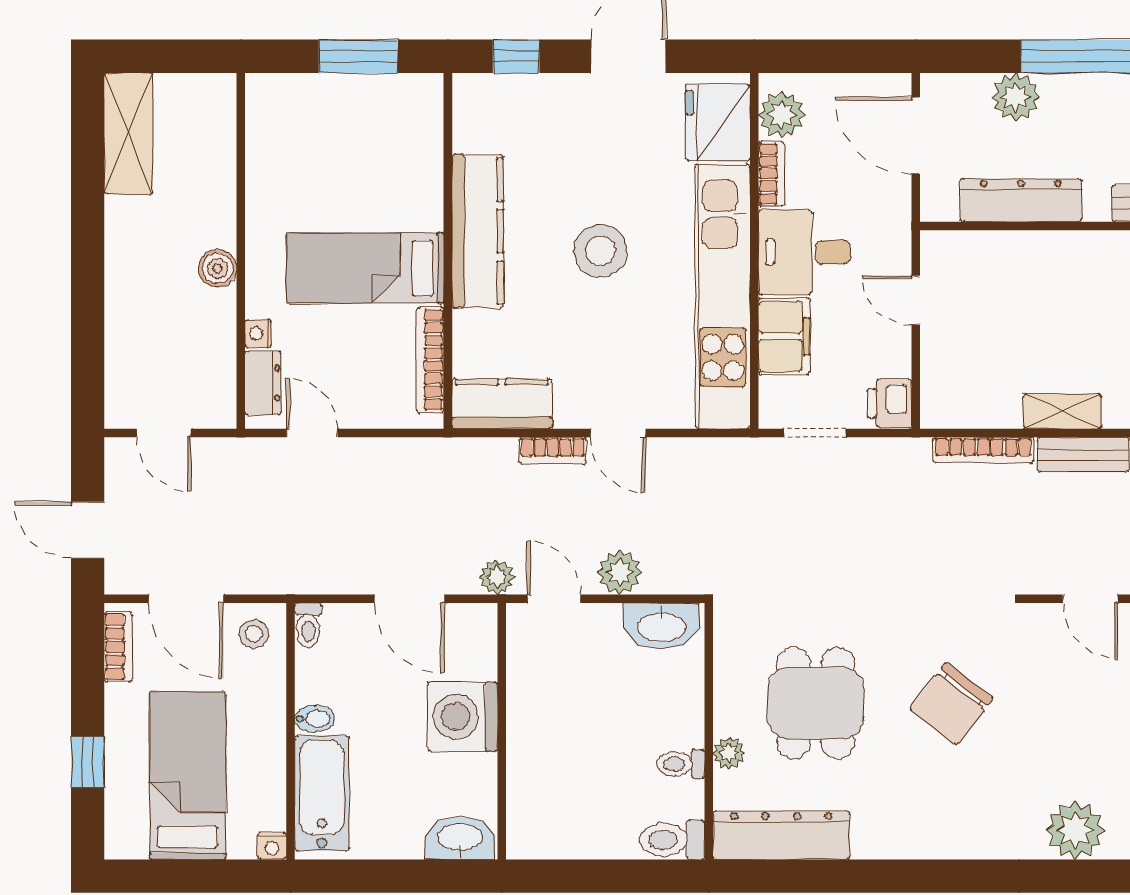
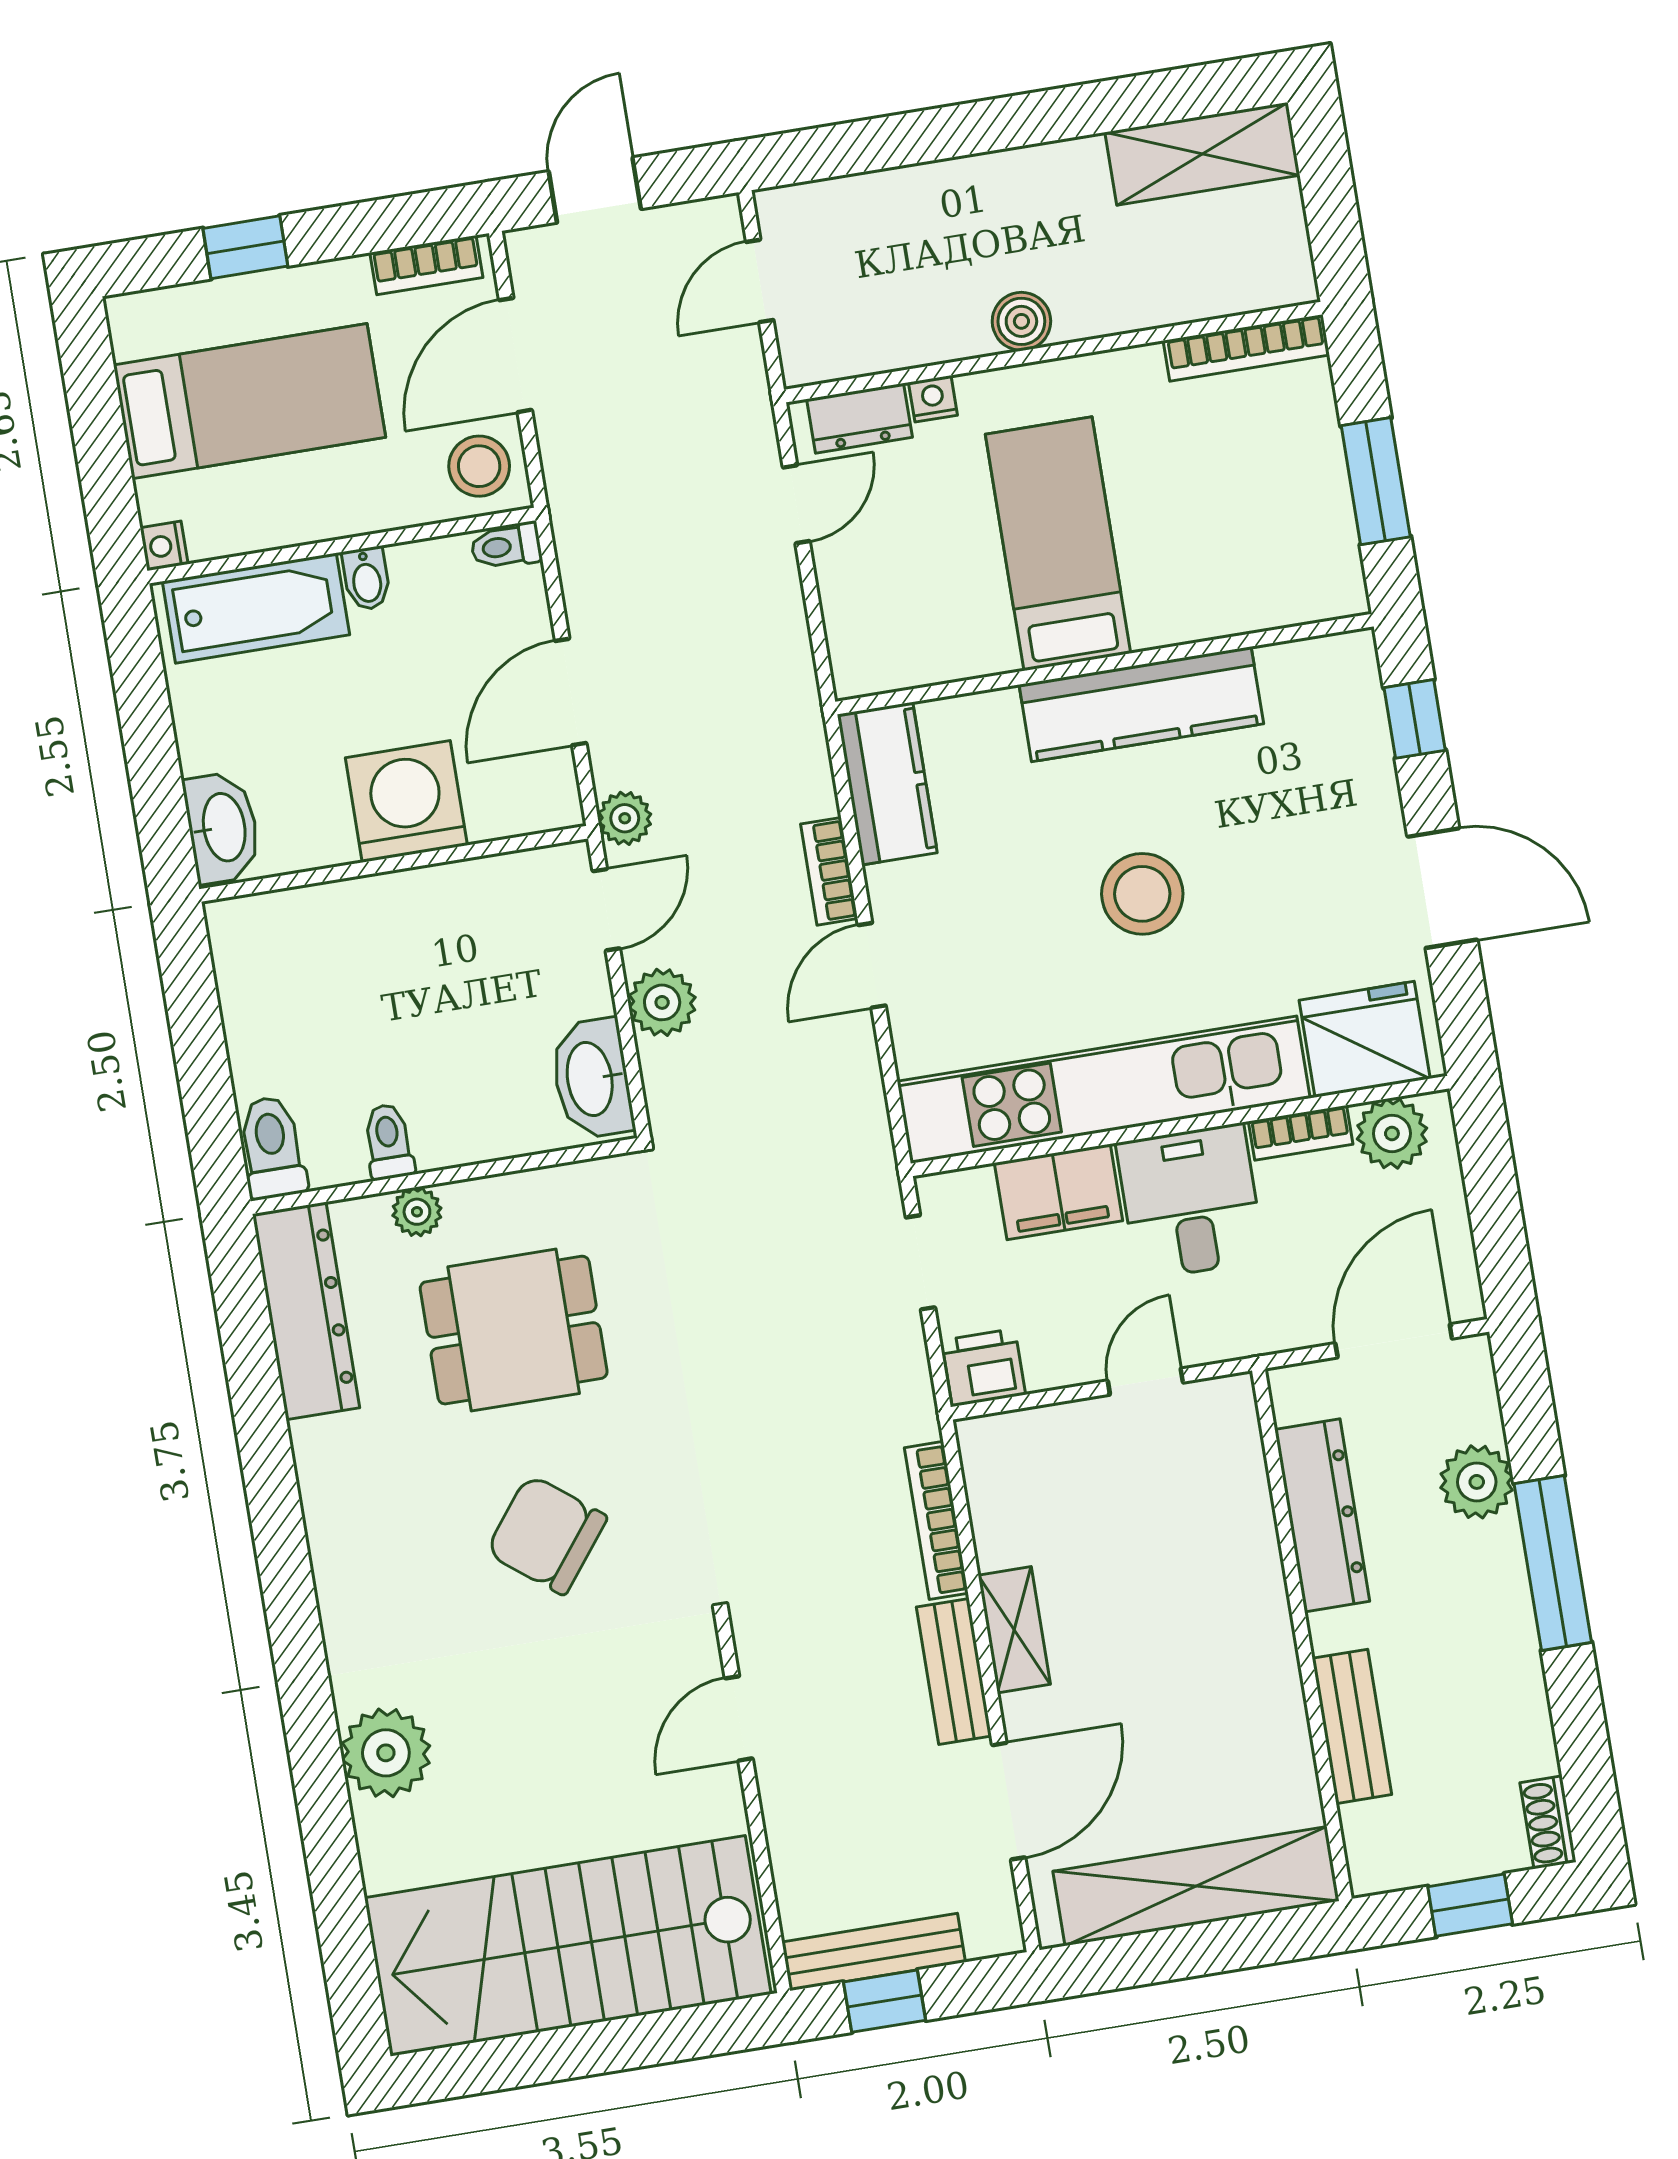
bookcase: (430, 360) -> (1246, 348), moved, turned 180
stool: (254, 634) -> (479, 466), width x1.37, depth x1.37

